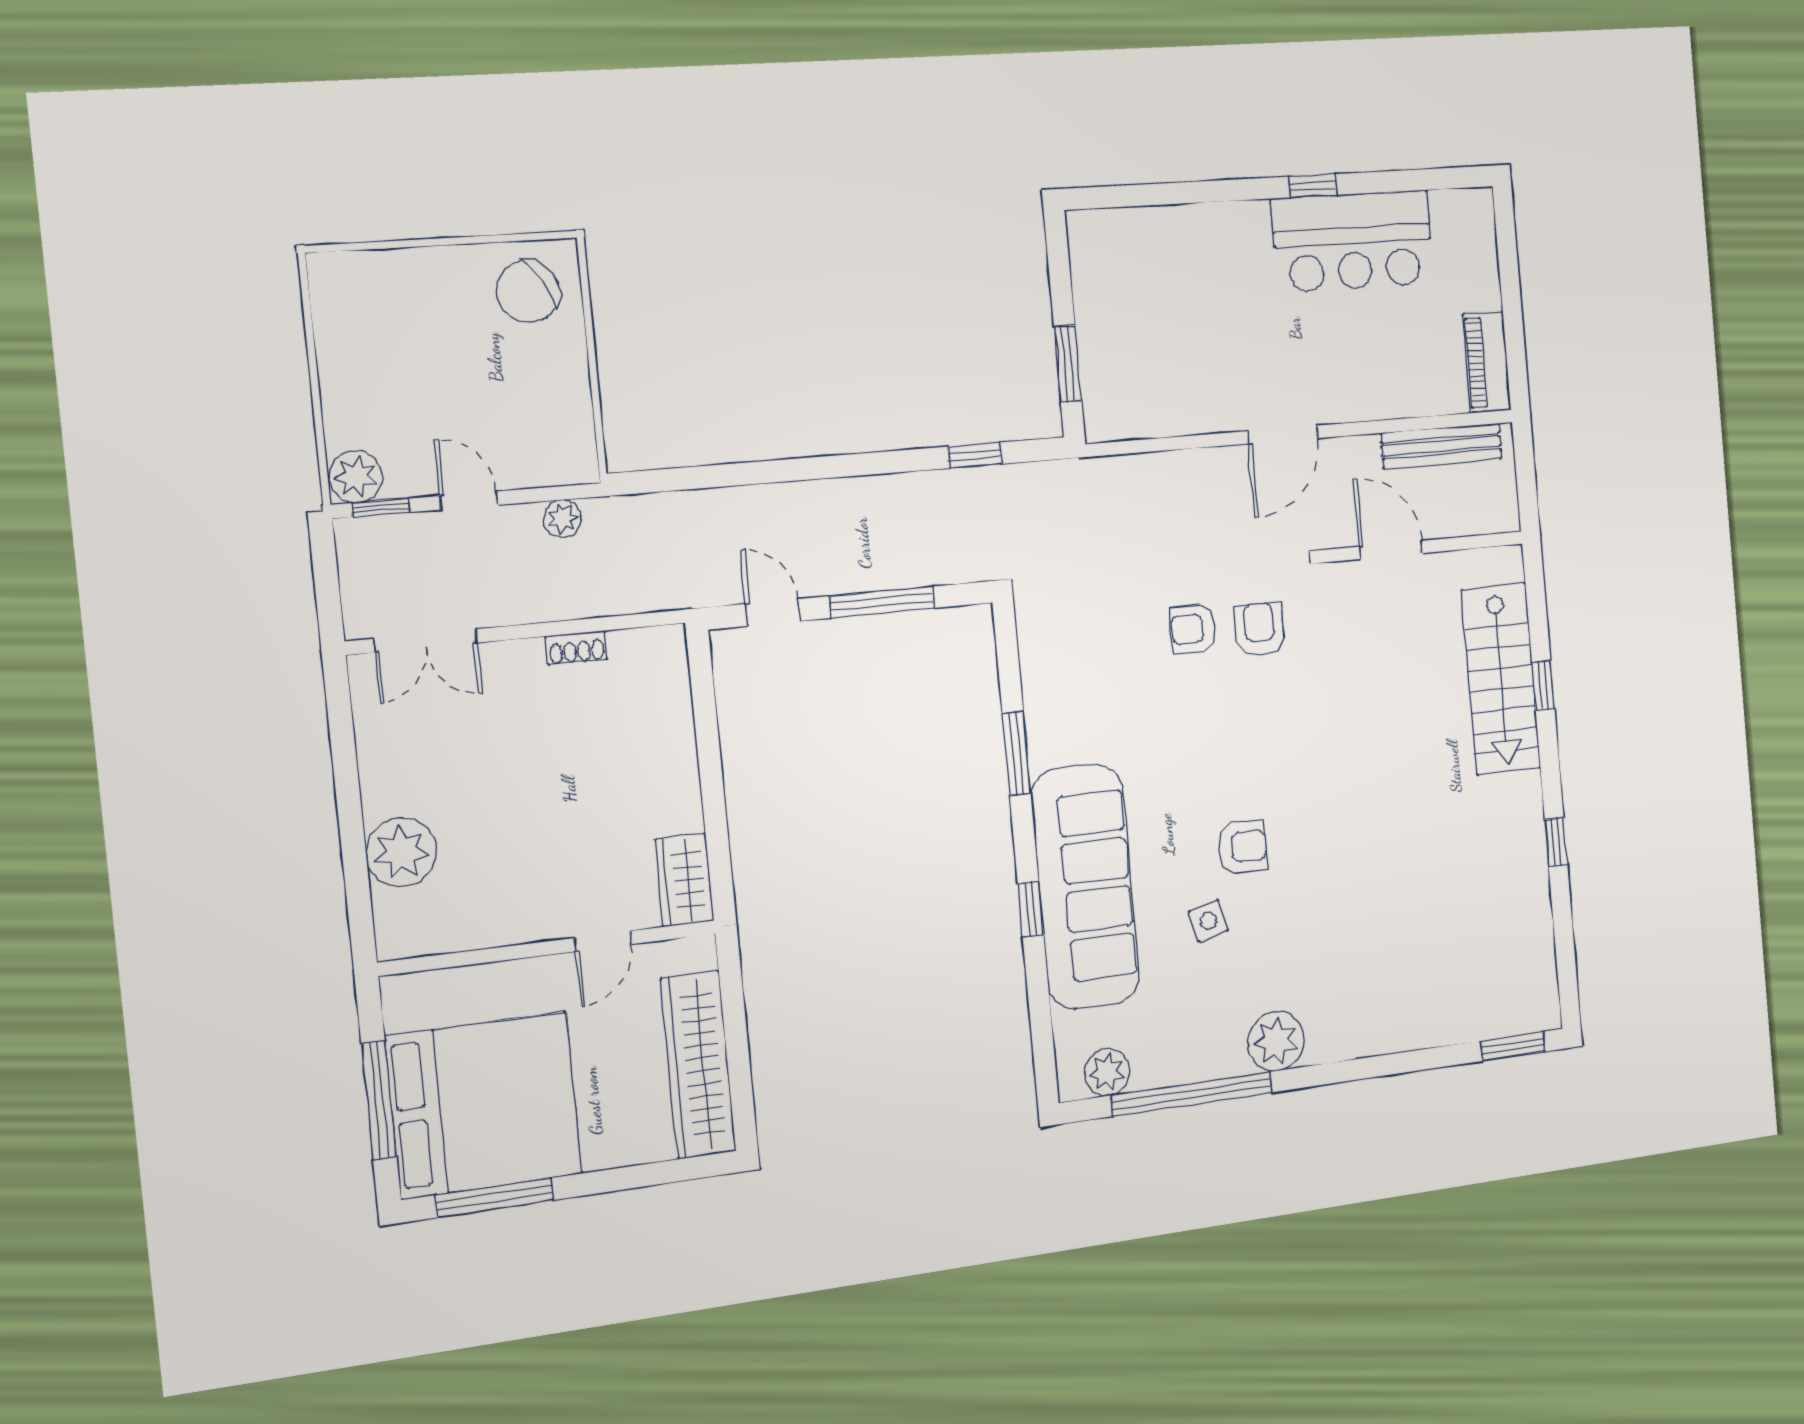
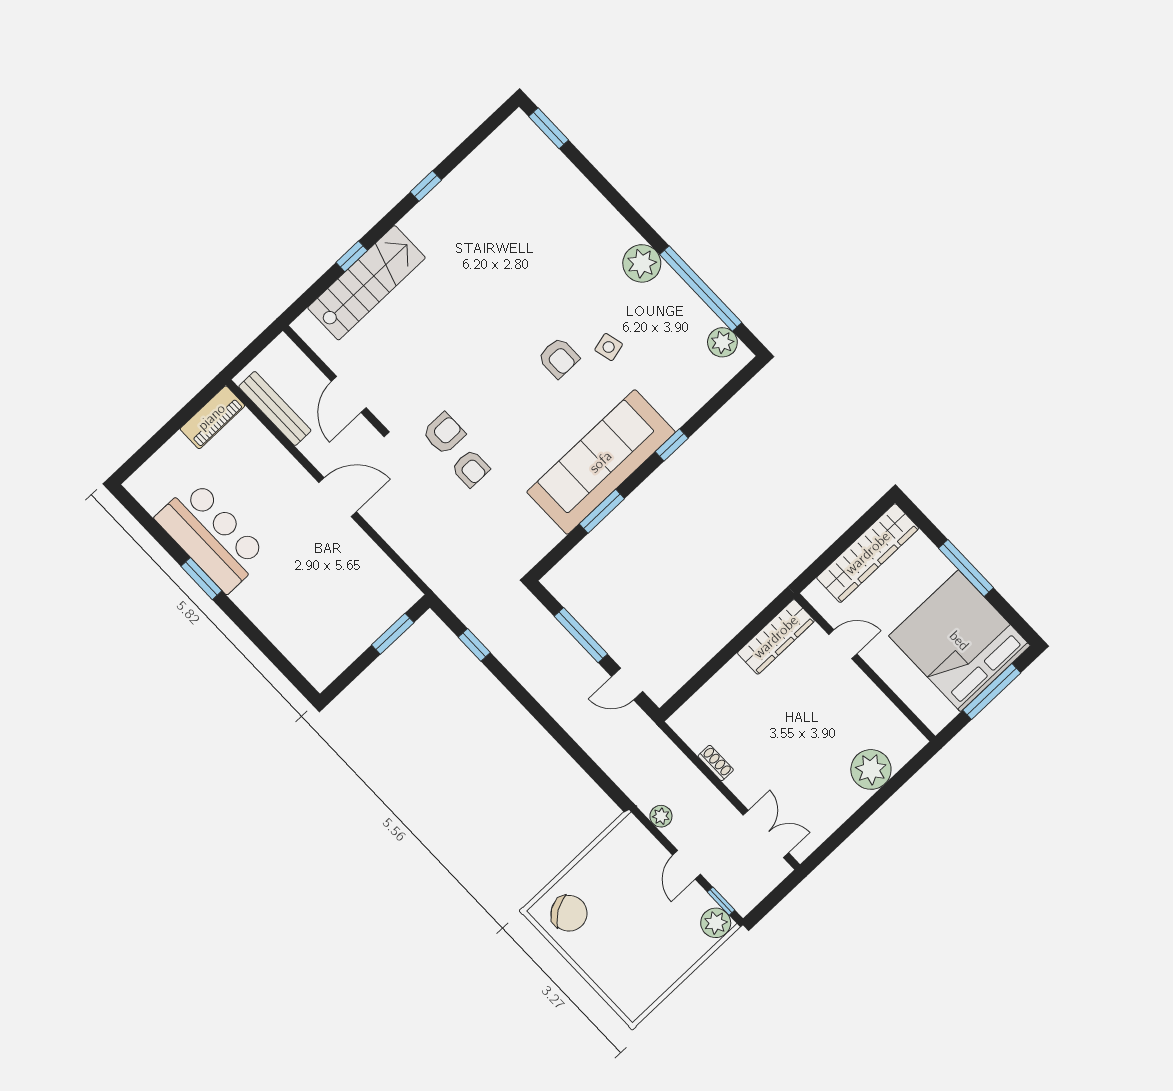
window: (1313, 186) -> (201, 579), width x1.50
door: (773, 612) -> (627, 684), hinge flipped
armchair: (1259, 630) -> (444, 433), turned 180
armchair: (1242, 847) -> (559, 358), turned 180
wardrobe: (684, 880) -> (776, 637), width x1.50
sofa: (1085, 887) -> (601, 462), moved
window: (495, 1198) -> (966, 568), moved

